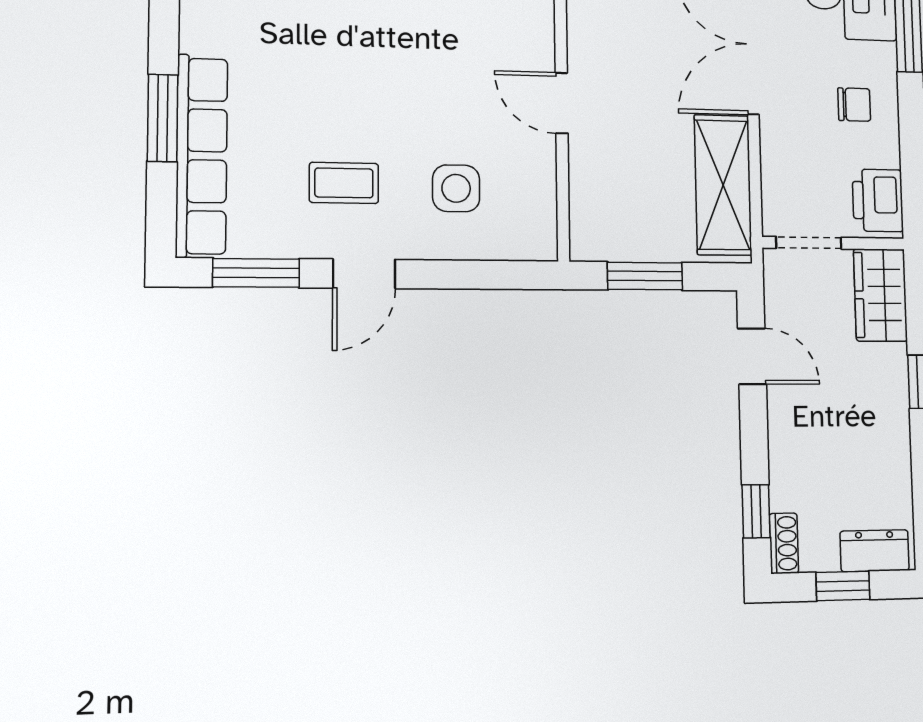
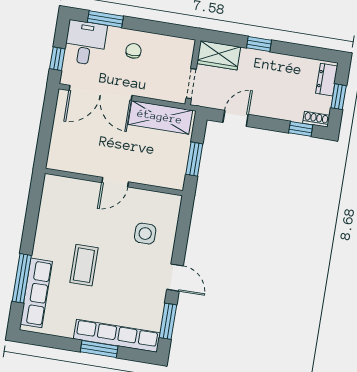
coffee table: (344, 183) -> (84, 265), moved, width x1.36, depth x1.30
printer: (878, 200) -> (177, 48), removed

